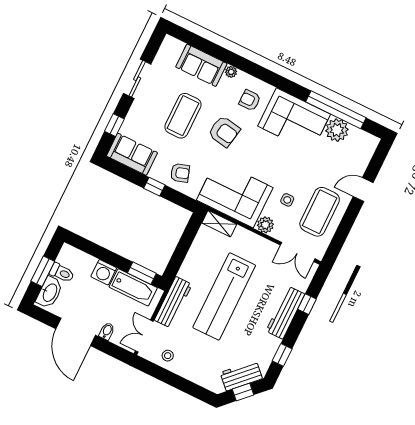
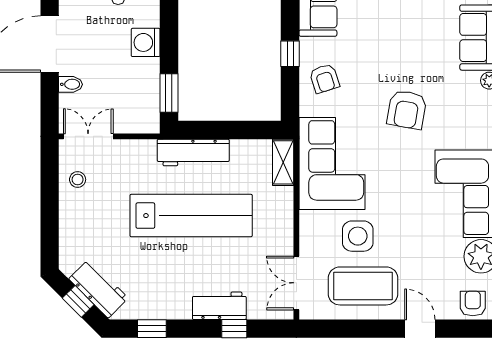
armchair: (250, 100) -> (473, 303), moved
coffee table: (183, 116) -> (401, 46), removed
side table: (287, 200) -> (358, 236), width x1.87, depth x1.87
plant: (265, 225) -> (311, 223), removed
bathtub: (133, 287) -> (145, 91), removed
lab bench: (224, 296) -> (191, 216), turned 180
workbench: (173, 302) -> (193, 153), moved
workbench: (285, 313) -> (219, 306), width x0.73

